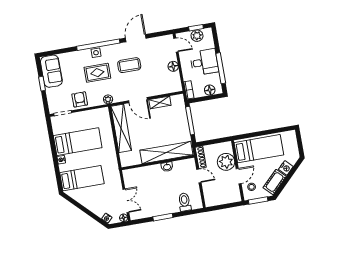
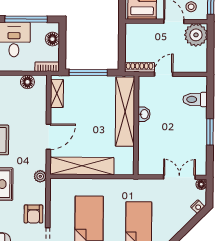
floor lamp: (173, 66) -> (27, 82), moved
armchair: (80, 99) -> (33, 214), turned -90
shelving: (160, 102) -> (57, 93), moved
plant: (226, 162) -> (196, 35), moved

